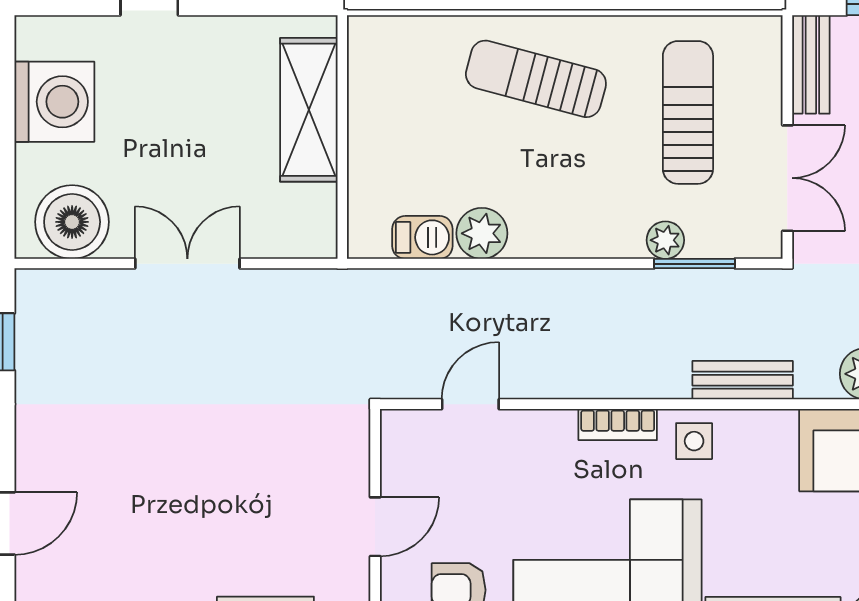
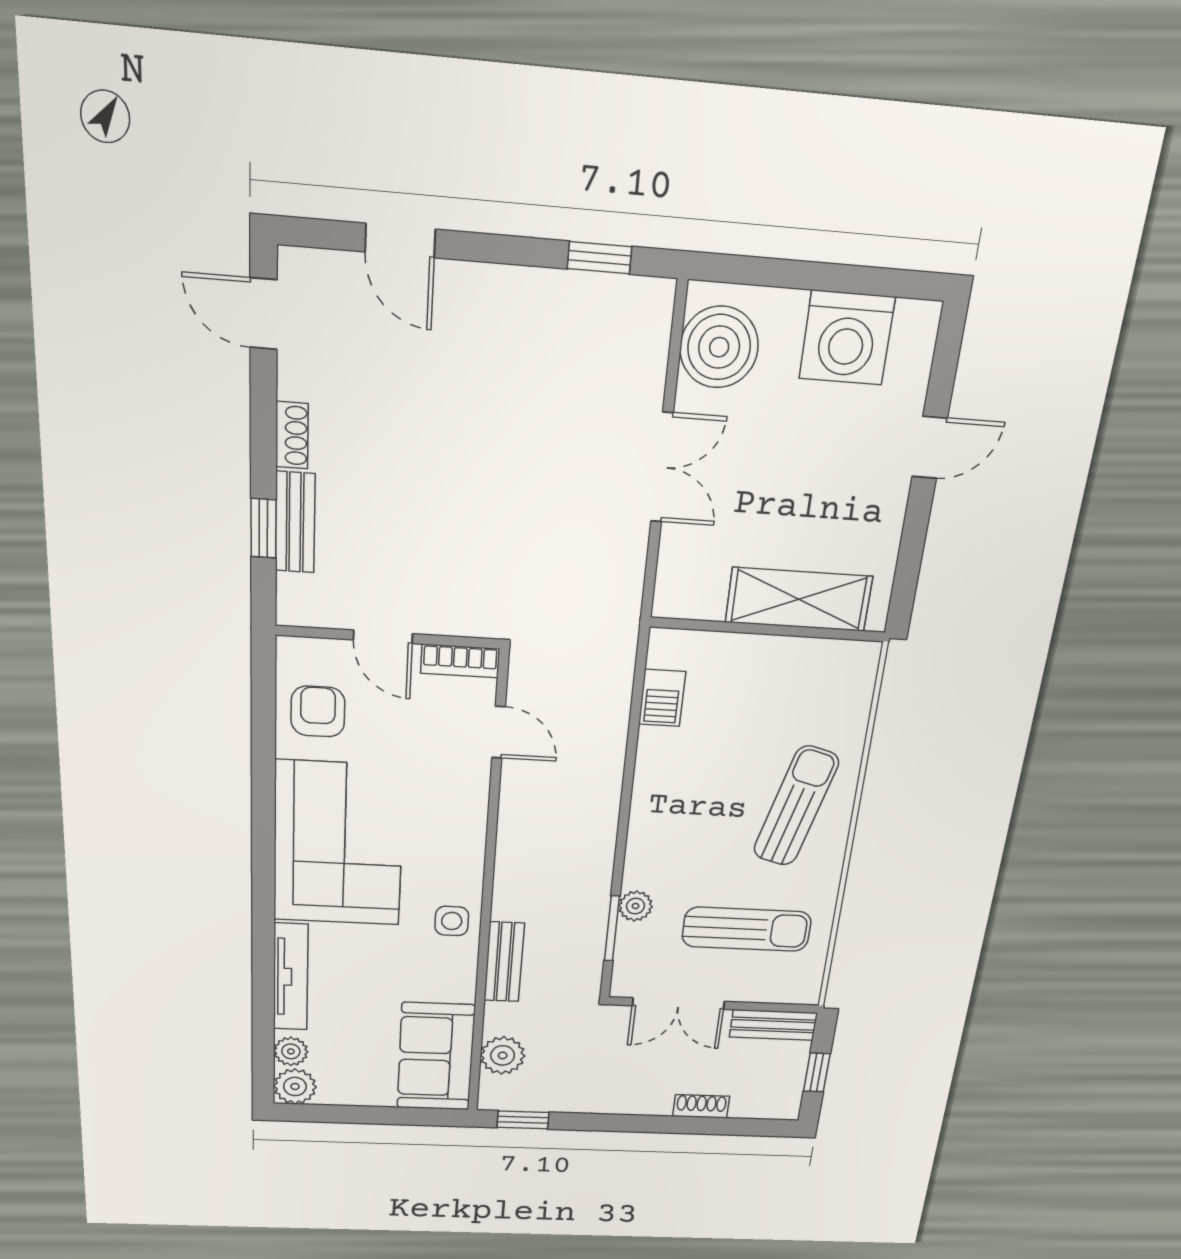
plant: (482, 233) -> (660, 752), removed
bookcase: (618, 424) -> (460, 661), moved, turned -90

